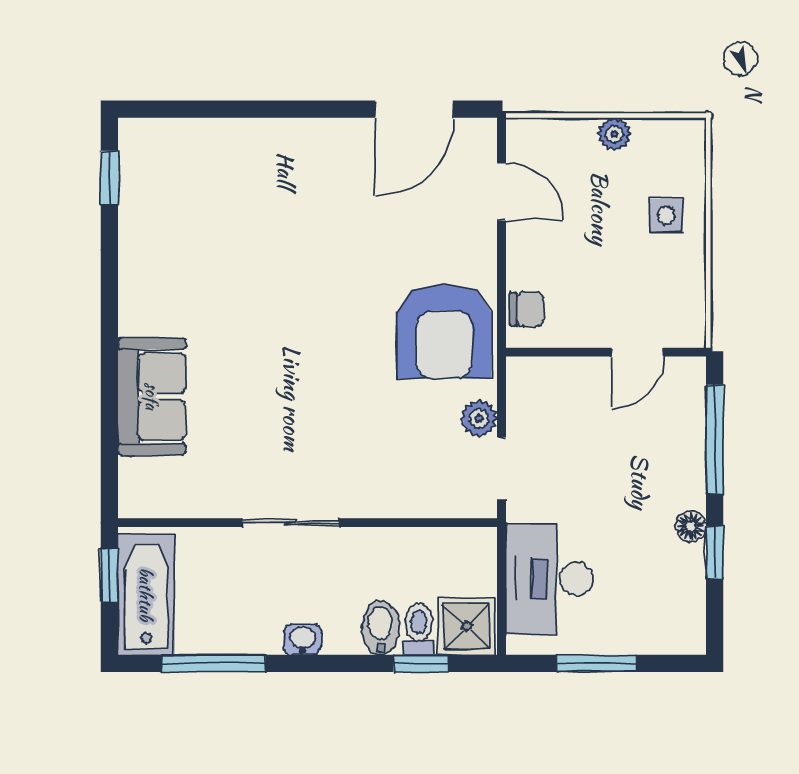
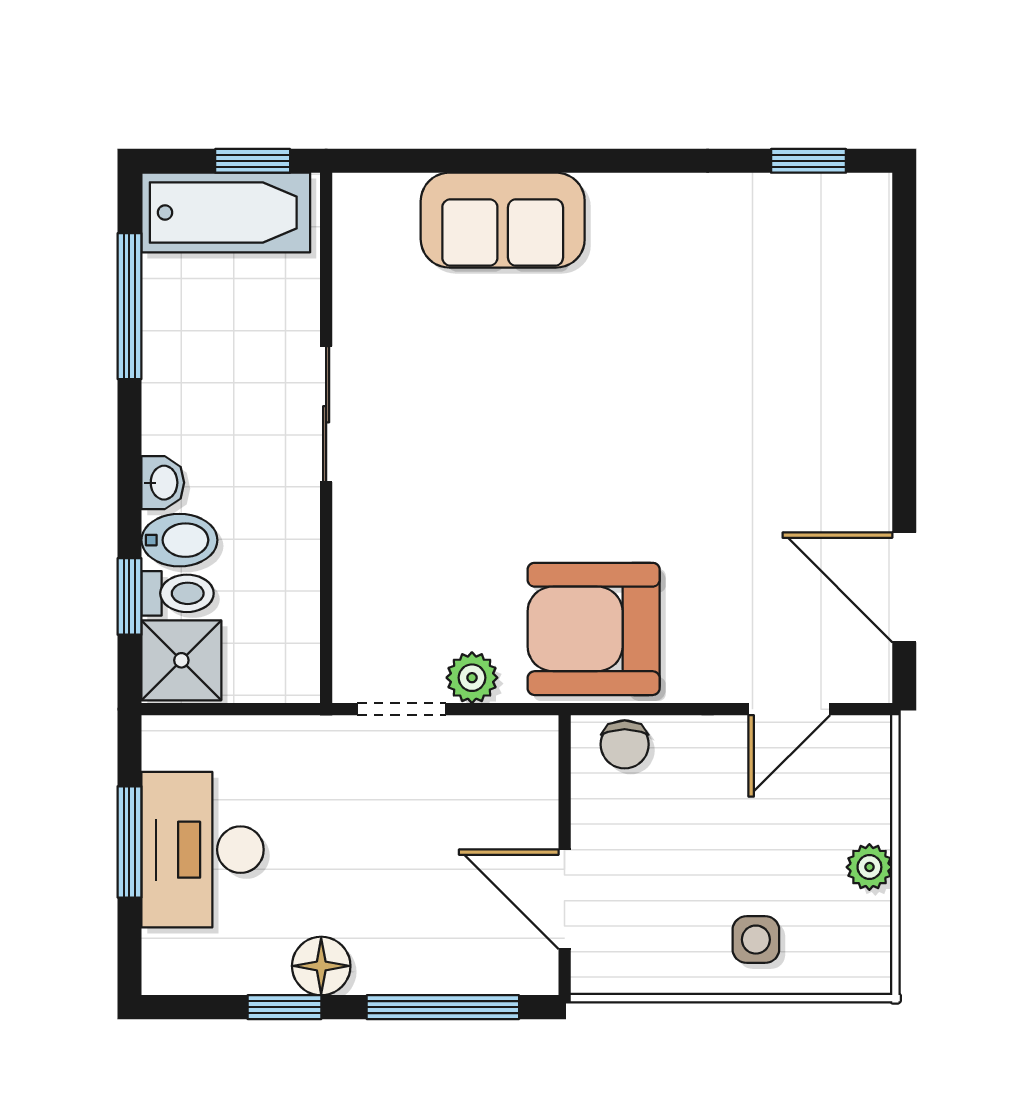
door: (637, 352) -> (565, 899), width x1.38
floor lamp: (691, 526) -> (321, 966), width x1.37, depth x1.37
desk: (549, 579) -> (203, 850), moved, turned -90
washbasin: (303, 640) -> (163, 483), moved

